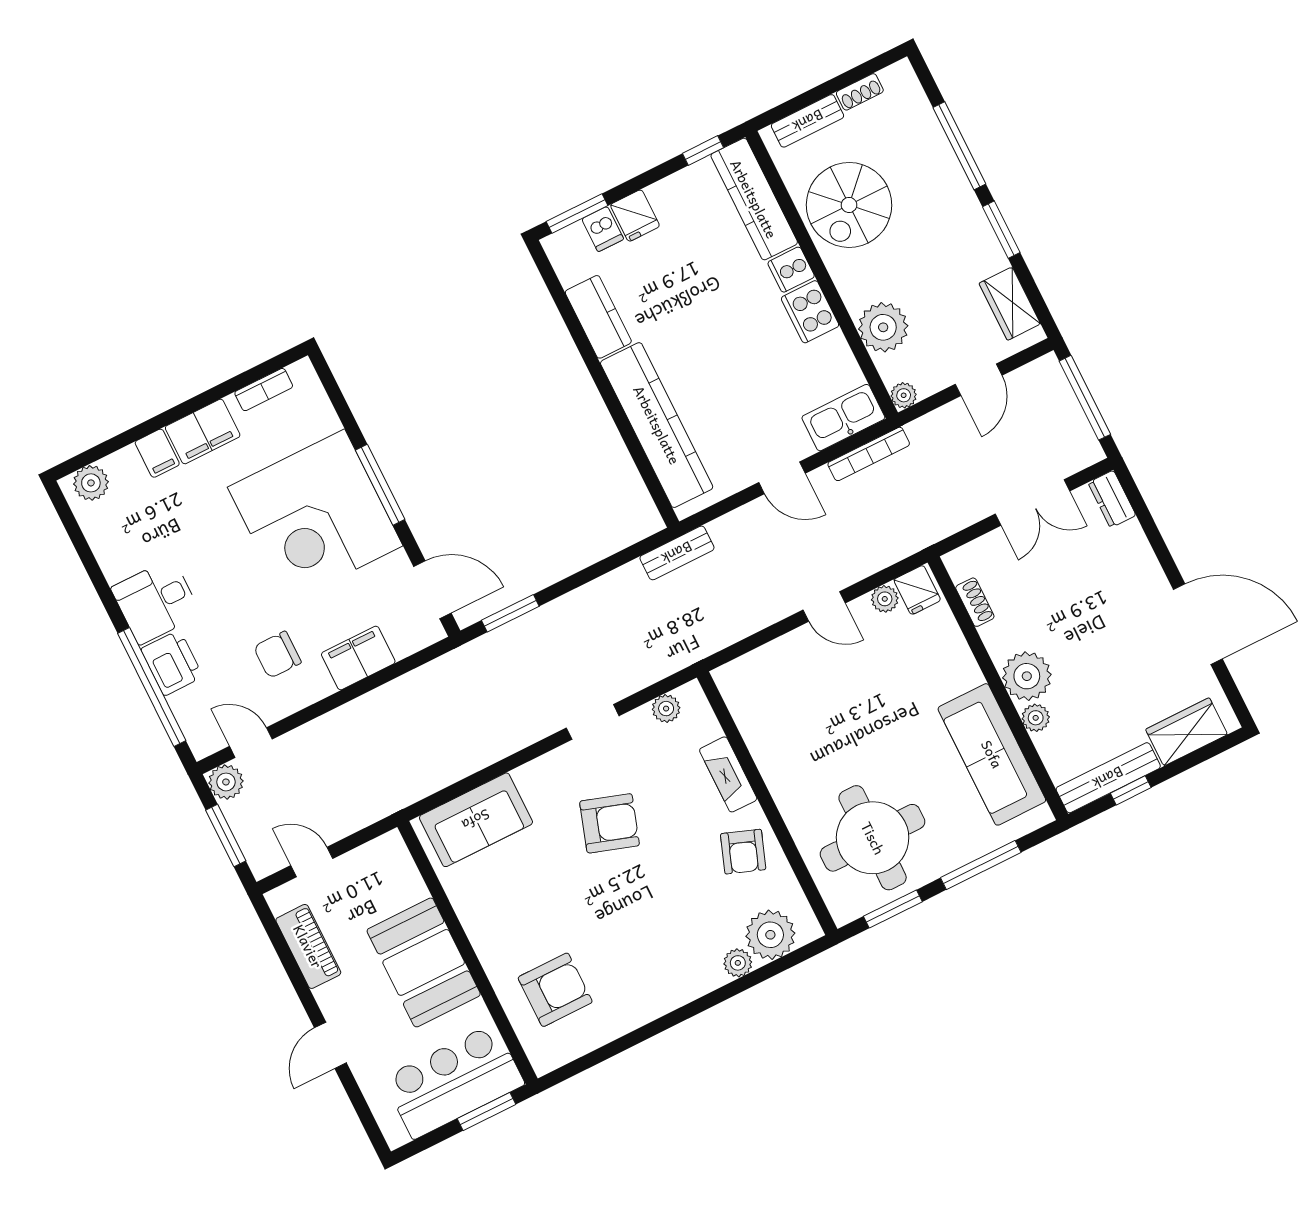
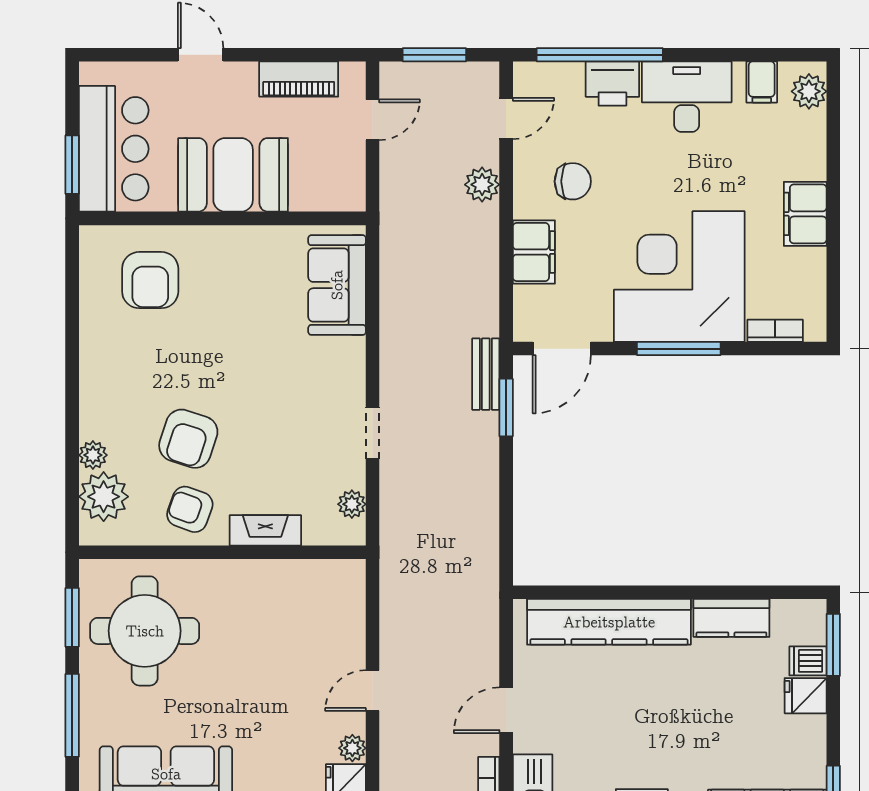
bookcase: (264, 390) -> (775, 331), moved, turned 90
filing cabinet: (157, 453) -> (762, 82), moved, turned -90
bench: (677, 553) -> (486, 374), moved
desk: (156, 601) -> (687, 97), width x1.37
chair: (277, 655) -> (573, 181), turned 90
plant: (226, 782) -> (482, 185), moved
armchair: (610, 823) -> (188, 439), moved

